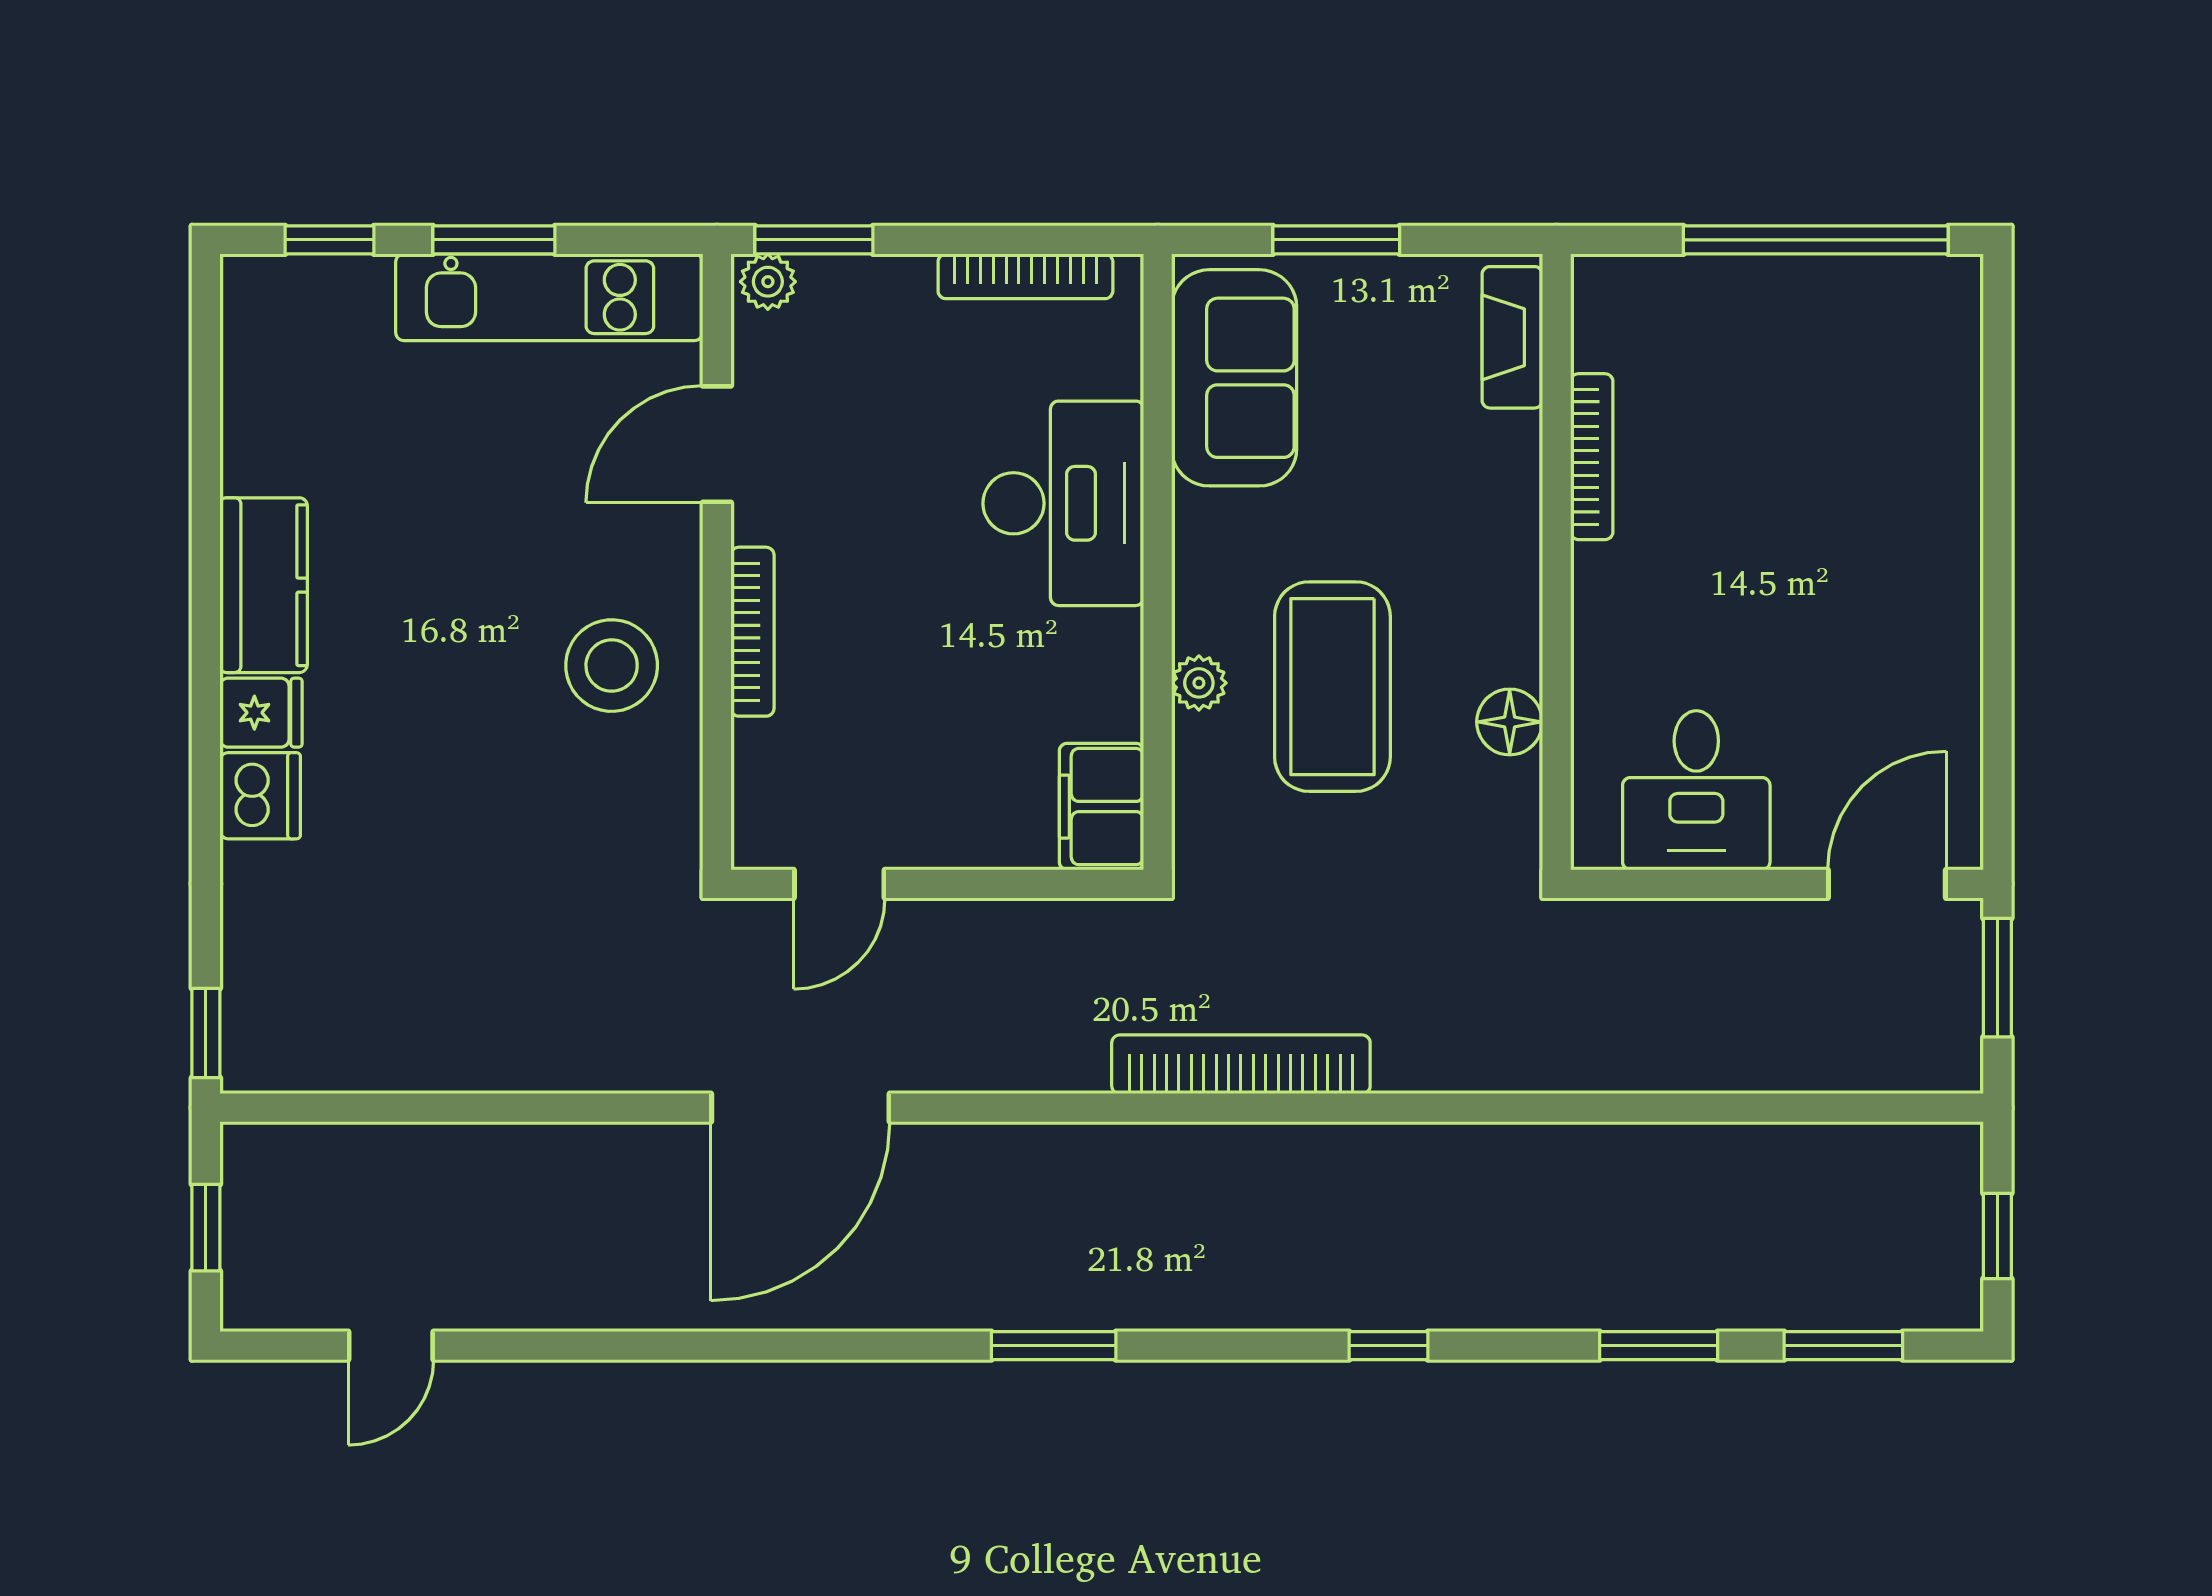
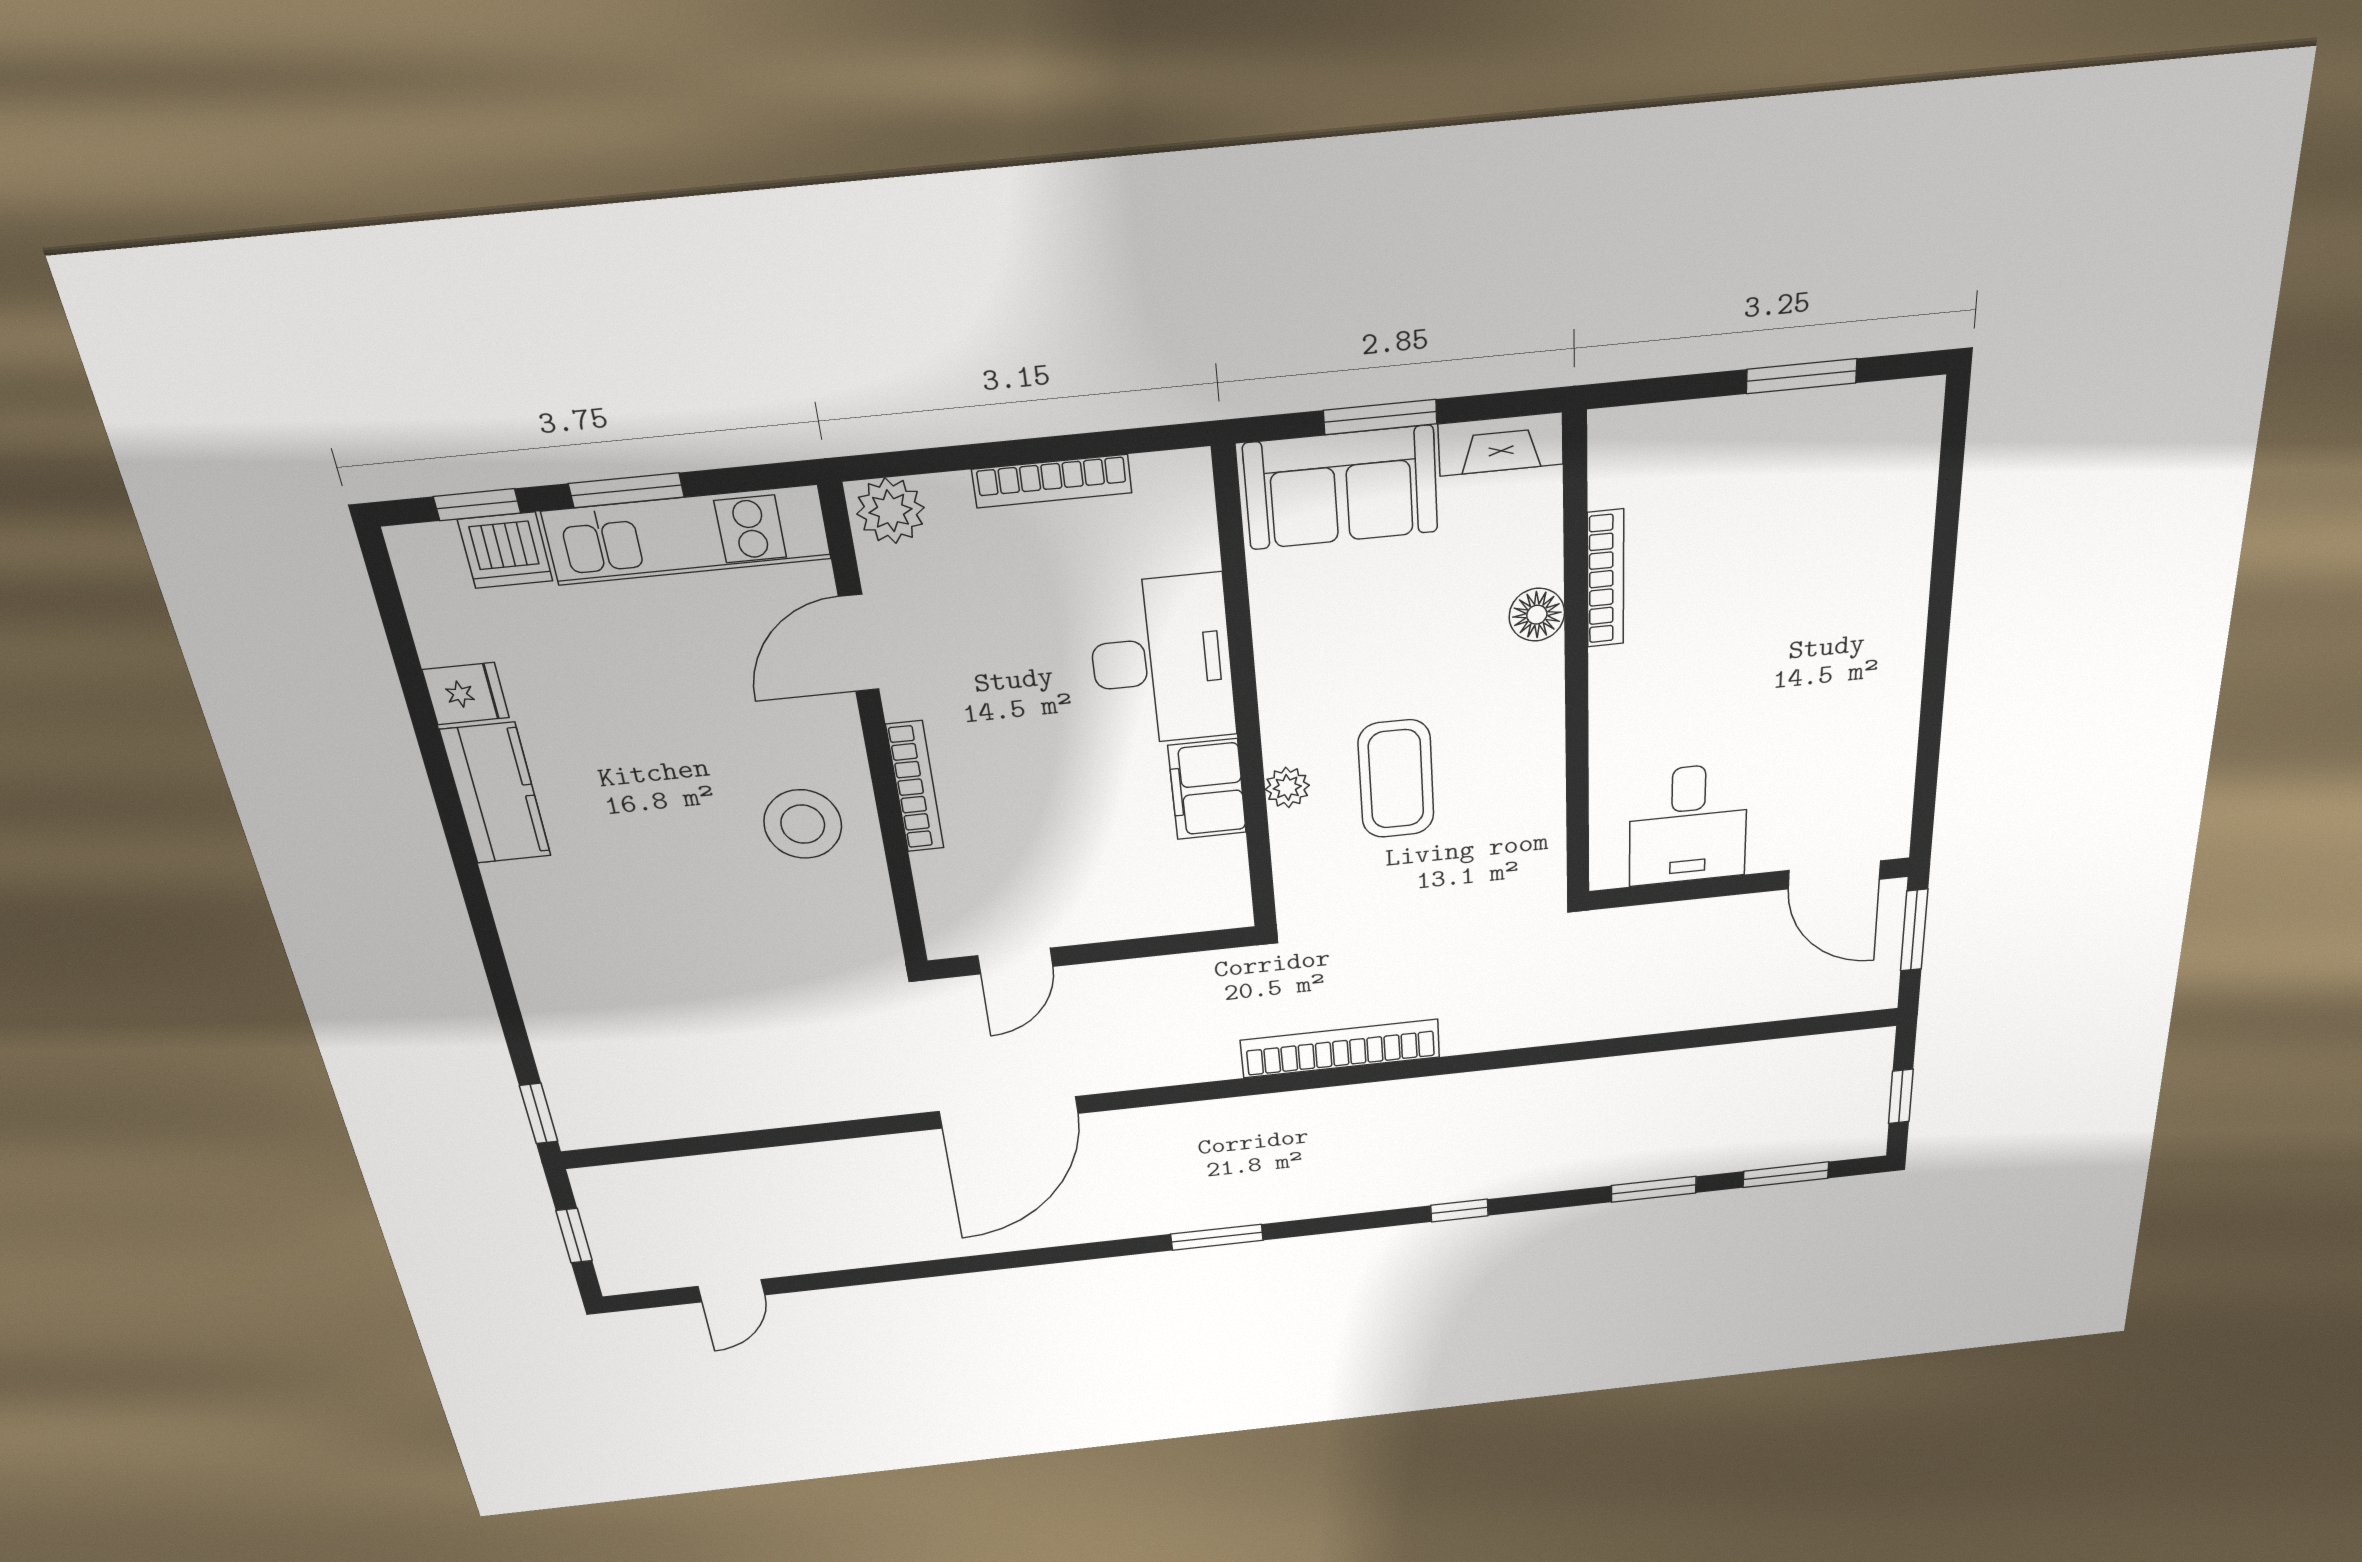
window: (814, 240) -> (915, 462), removed
window: (1816, 240) -> (1802, 376), width x0.47
bookcase: (1025, 276) -> (1052, 481), moved
plant: (768, 282) -> (891, 511), width x1.38, depth x1.38
fireplace: (1512, 337) -> (1501, 444), moved, turned -90
sofa: (1234, 378) -> (1341, 488), moved, turned 90
coffee table: (1332, 687) -> (1396, 779), width x0.73, depth x0.76
fridge: (261, 713) -> (466, 694), moved
floor lamp: (1510, 722) -> (1537, 615), moved
dishwasher: (260, 796) -> (505, 550), moved, turned 90
filing cabinet: (1101, 807) -> (1207, 789), moved
door: (1887, 884) -> (1834, 875), swing flipped

